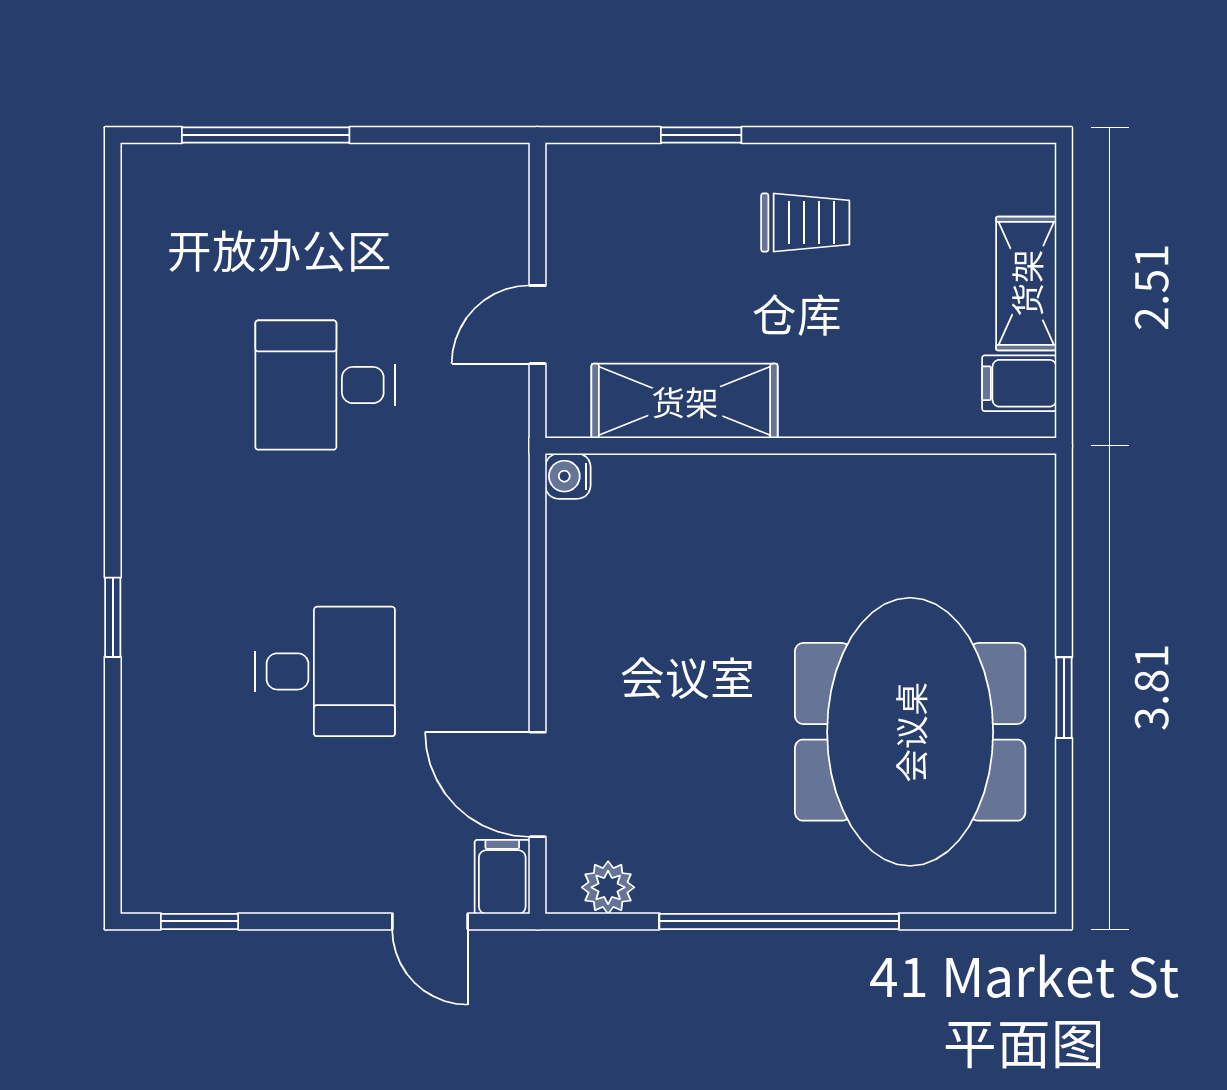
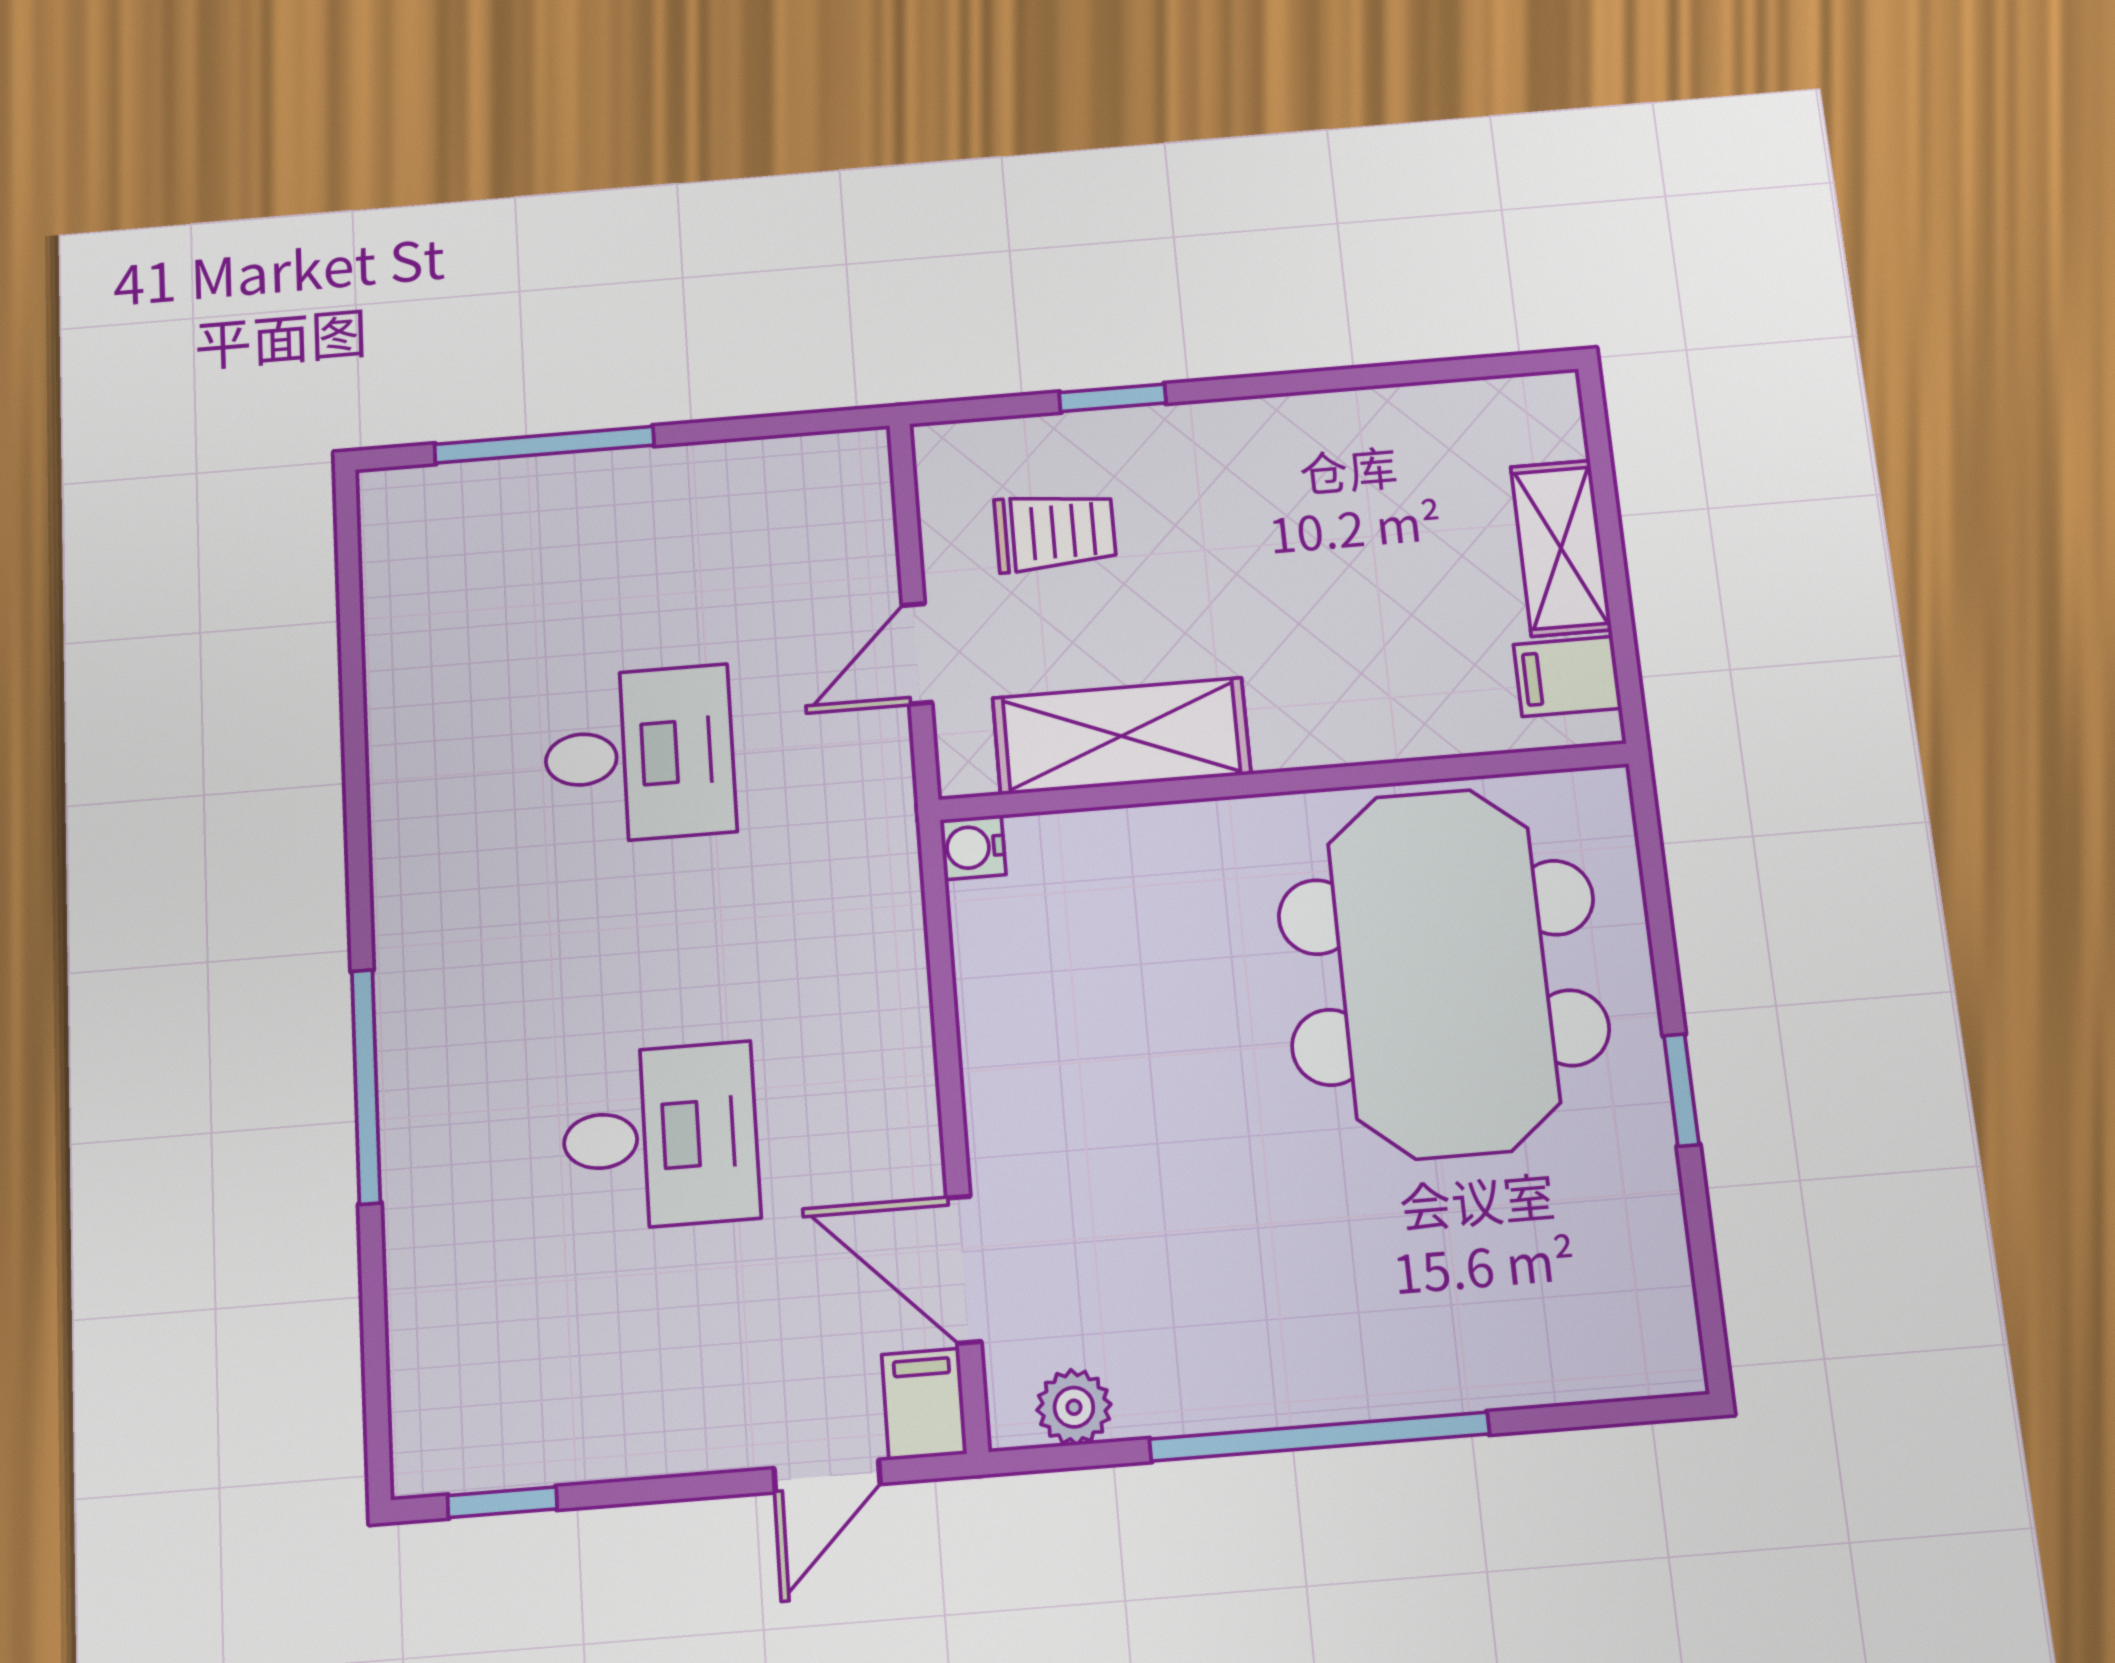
trolley: (805, 223) -> (1055, 532), moved
desk: (325, 385) -> (639, 755), turned 180
window: (113, 617) -> (366, 1086), width x2.17
meeting table: (910, 732) -> (1443, 972), moved
door: (430, 921) -> (827, 1476), hinge flipped

